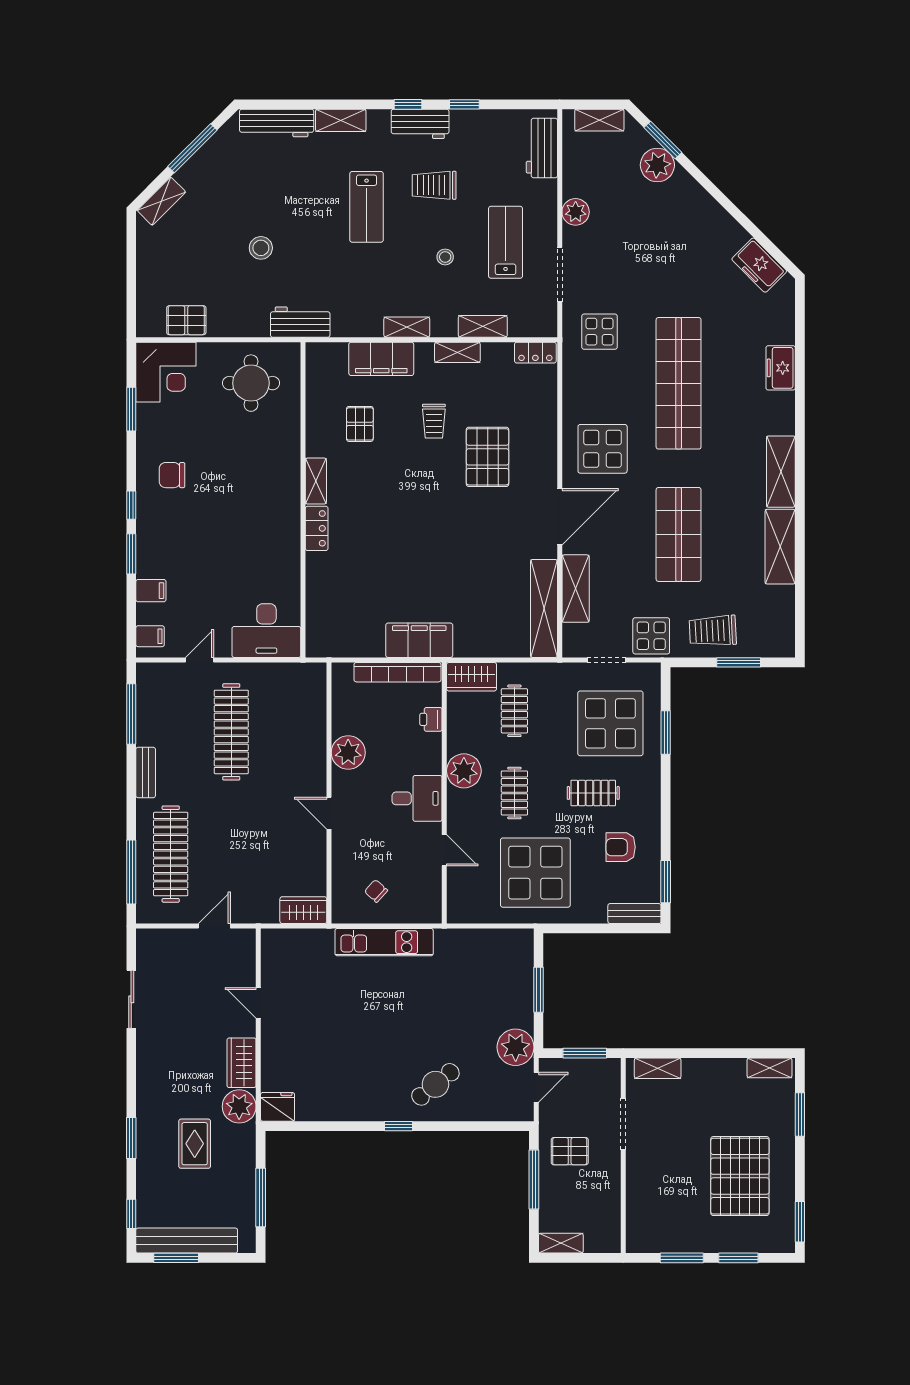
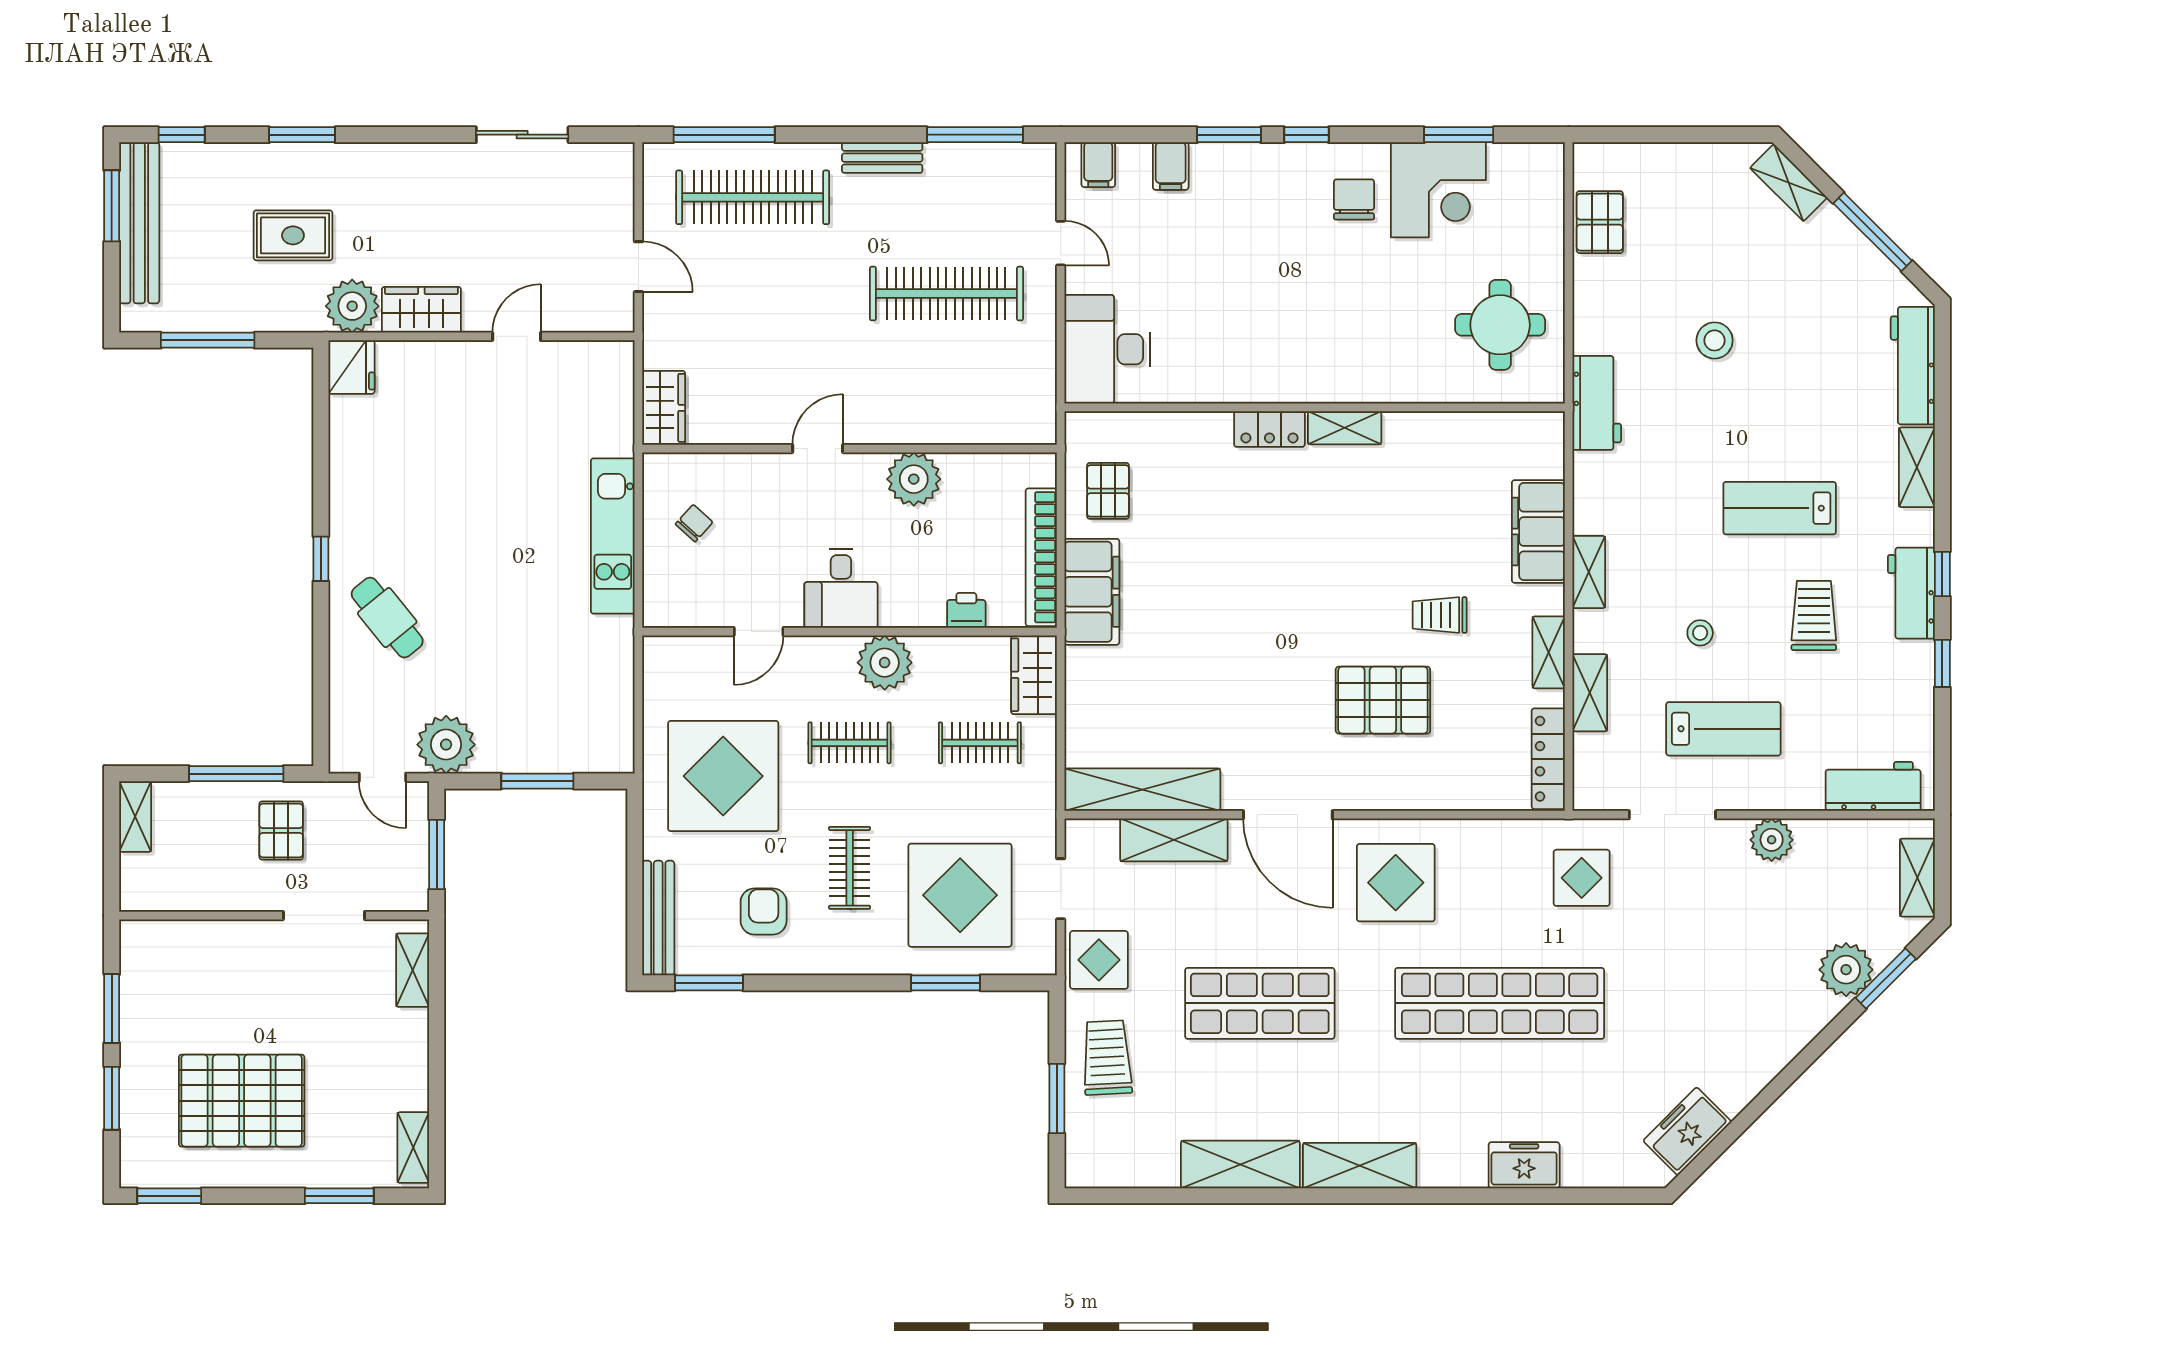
locker: (535, 353) -> (1548, 759), width x1.53
corner desk: (166, 372) -> (1438, 190), moved, turned -90
pallet: (360, 424) -> (1108, 491), moved, turned 90
bench: (634, 914) -> (658, 918), width x1.36

